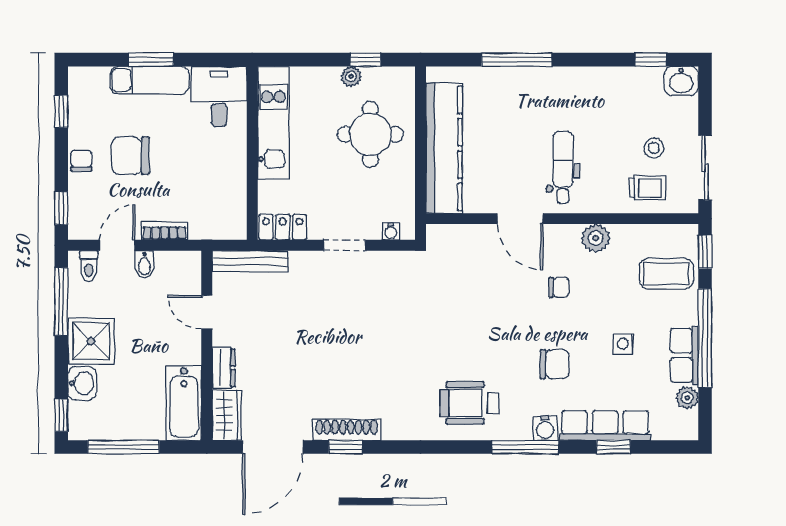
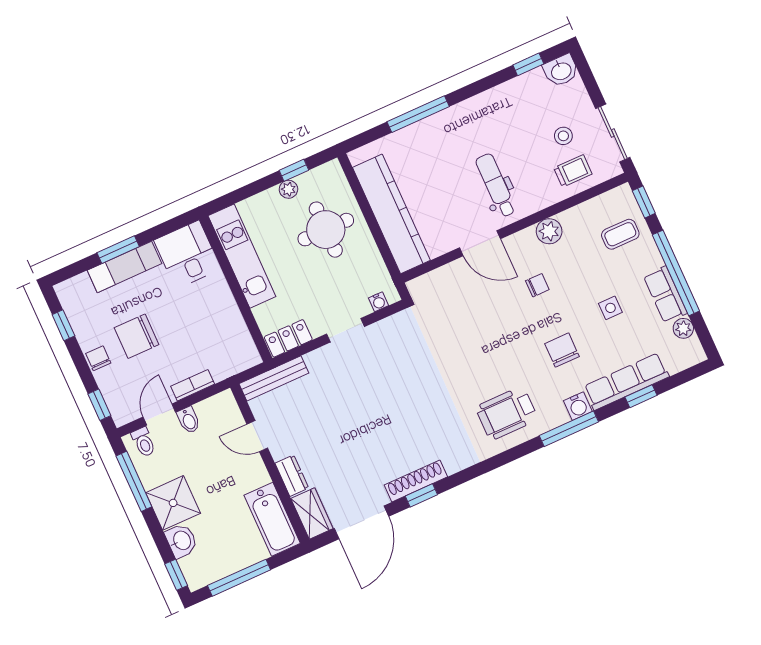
coffee table: (666, 274) -> (620, 234), width x0.73, depth x0.77
chair: (554, 364) -> (562, 350), turned -90

